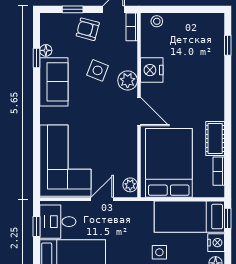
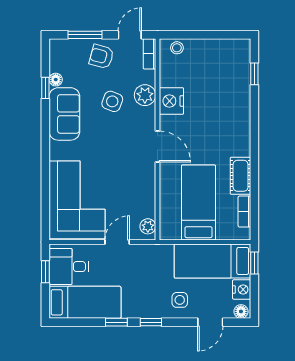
window: (73, 9) -> (85, 35), width x1.50
plant: (128, 80) -> (145, 95), moved
bed: (169, 163) -> (198, 202), width x0.67

